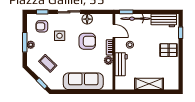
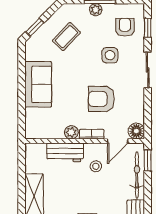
floor lamp: (87, 19) -> (136, 131), moved
armchair: (87, 41) -> (101, 99), turned 90
sofa: (83, 81) -> (38, 84), width x0.73

